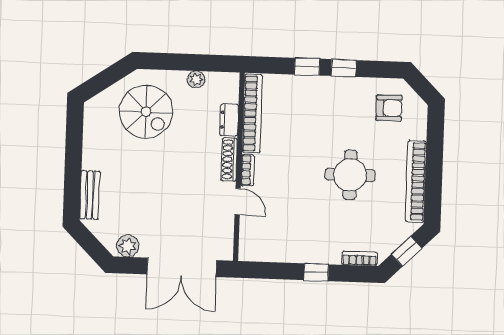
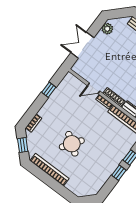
armchair: (389, 108) -> (89, 180), removed
round table: (350, 175) -> (72, 144), turned 35
double door: (182, 267) -> (82, 45), width x0.73
window: (316, 272) -> (49, 90), moved

